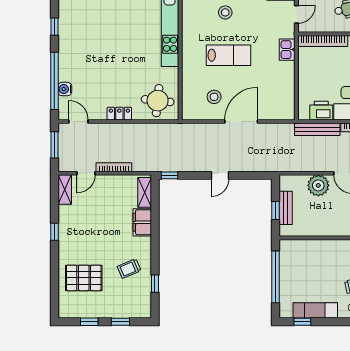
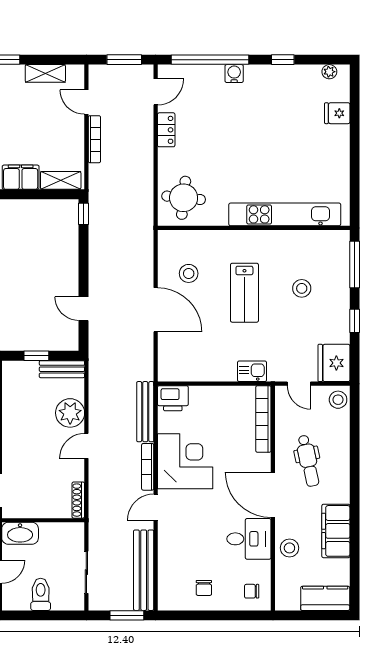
water cooler: (65, 89) -> (234, 74), moved
printer: (321, 111) -> (173, 398), moved, turned 90
locker: (119, 114) -> (166, 130), moved
door: (220, 175) -> (84, 309), moved
shelving: (65, 190) -> (45, 73), moved
bench: (286, 208) -> (62, 369), moved

